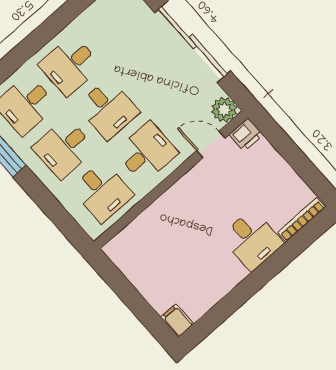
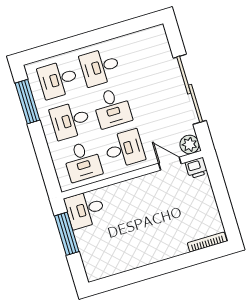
desk: (252, 240) -> (85, 210), moved, turned 90
window: (124, 289) -> (67, 234), added
filing cabinet: (177, 321) -> (93, 271), removed

